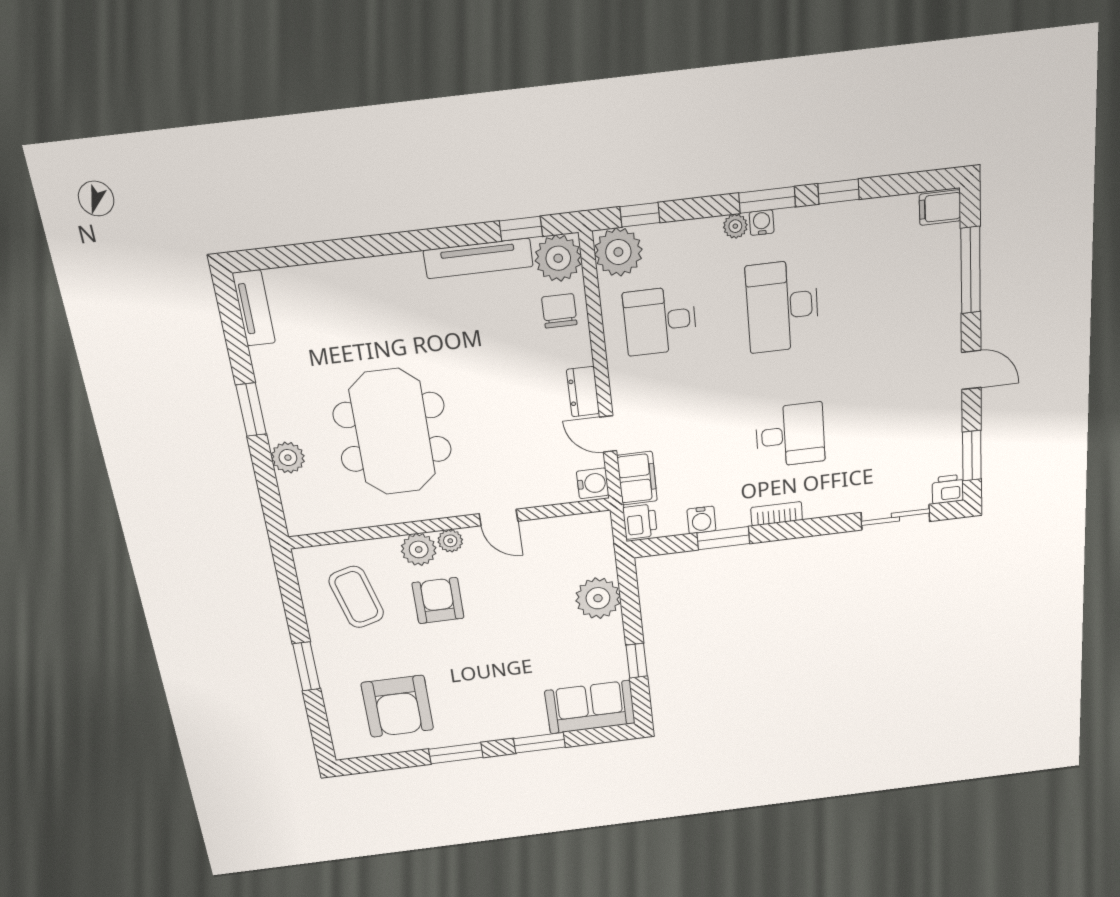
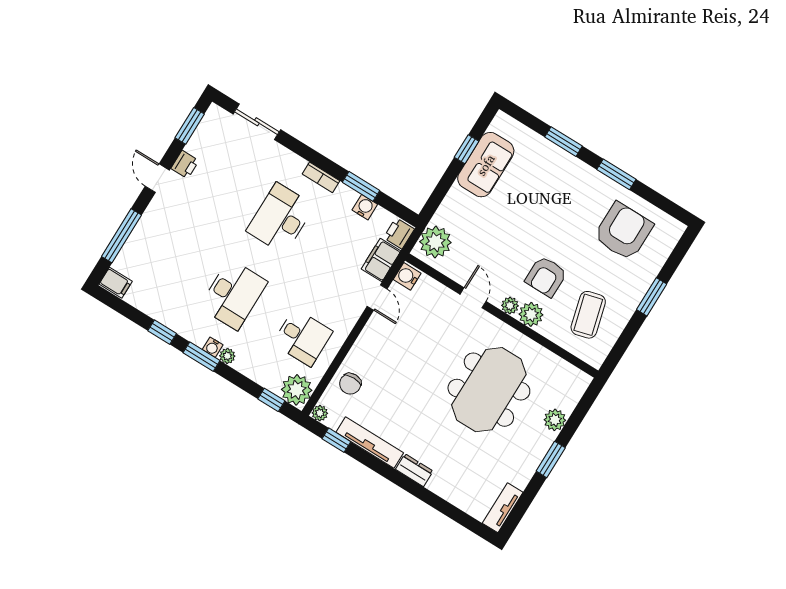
plant: (558, 258) -> (320, 413), width x0.53, depth x0.53
dresser: (583, 392) -> (414, 470), moved, turned -90
desk: (790, 435) -> (280, 218), width x1.37
printer: (948, 489) -> (185, 164), moved, turned -90
plant: (598, 598) -> (435, 242), moved
sofa: (590, 707) -> (486, 165), moved, turned -90

